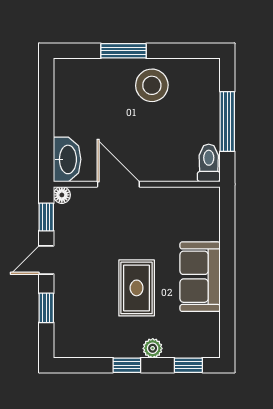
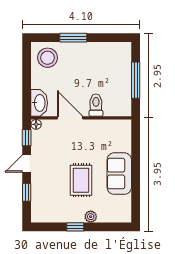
stool: (152, 85) -> (48, 58), moved
toilet: (209, 163) -> (96, 105), moved
window: (188, 365) -> (112, 227), removed

